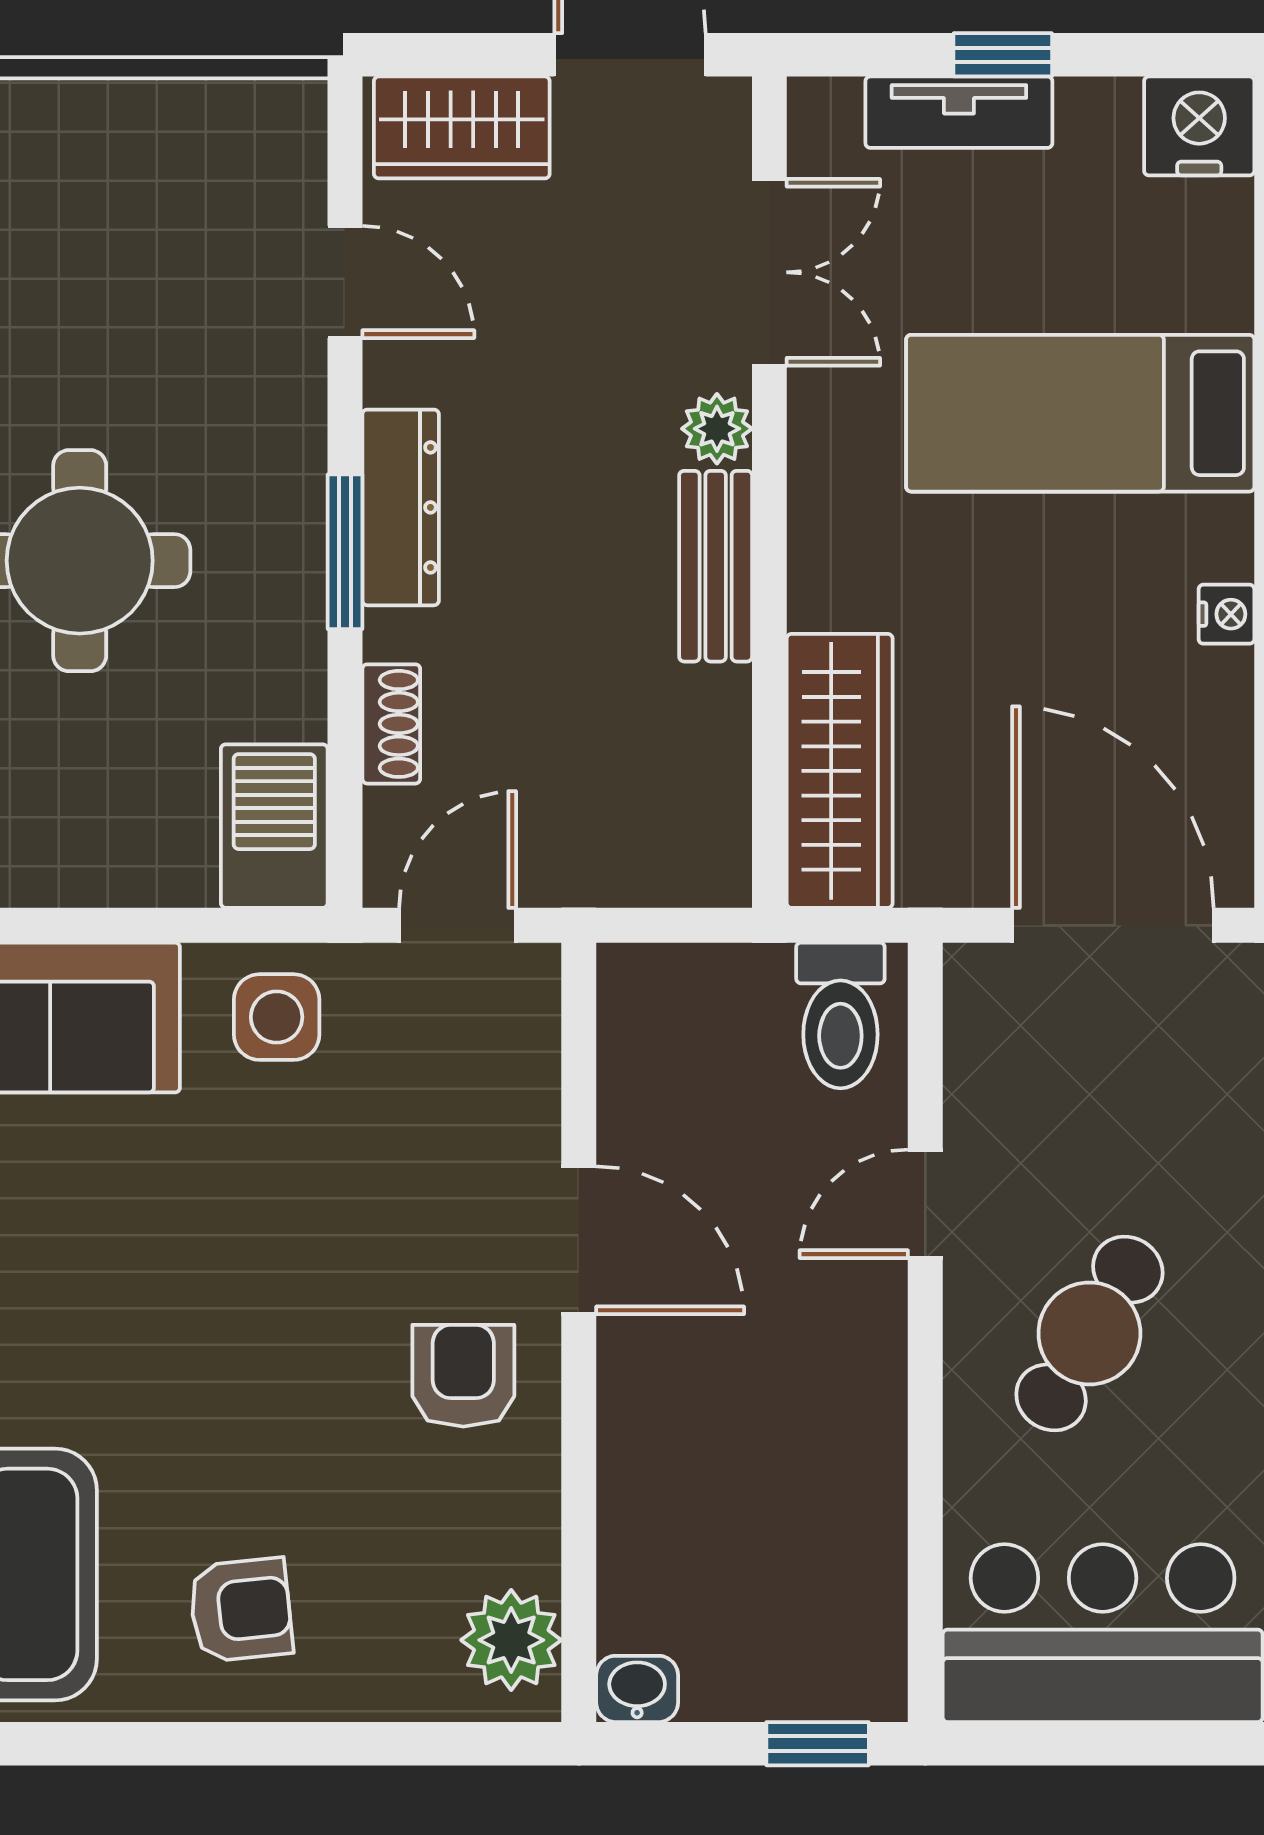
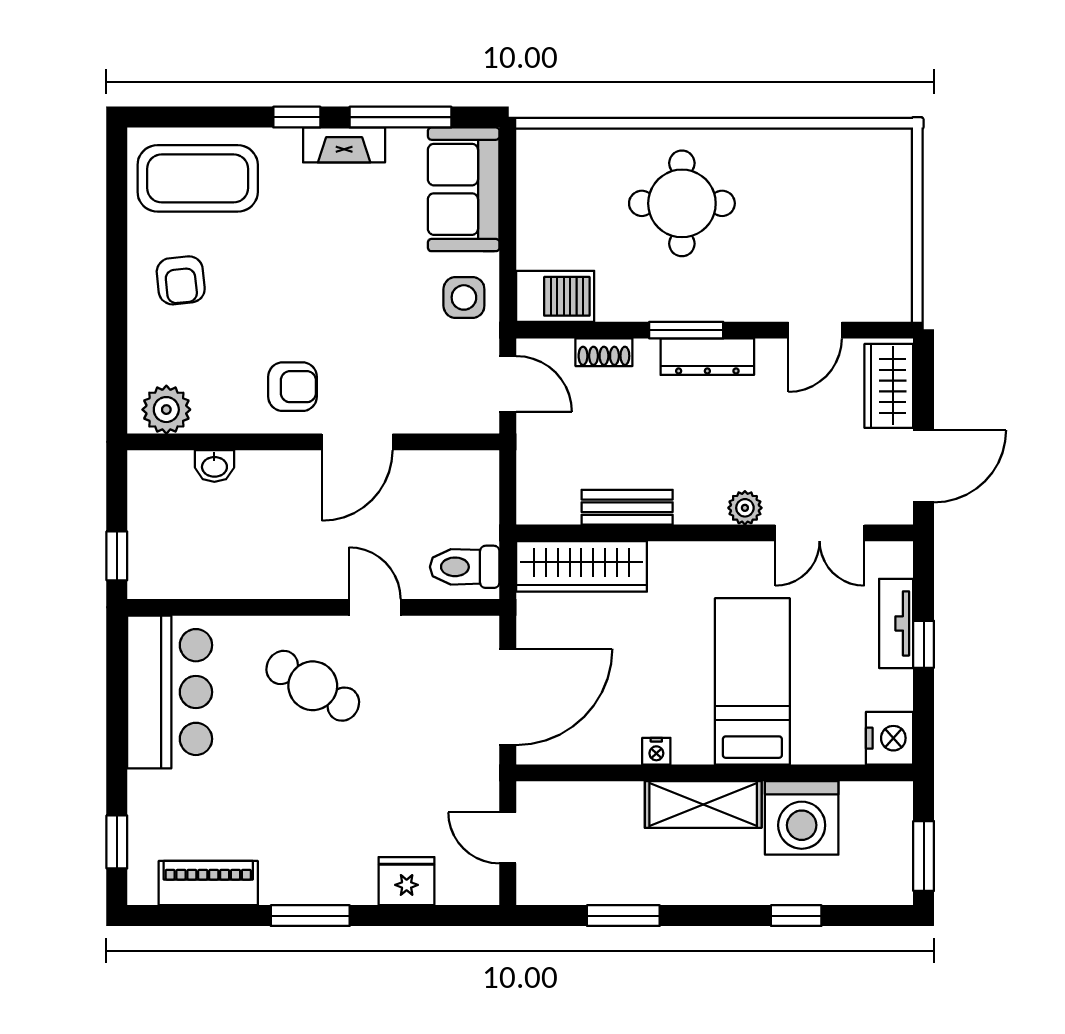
bench: (716, 566) -> (627, 507), moved
washbasin: (637, 1689) -> (214, 466), moved, turned 90

